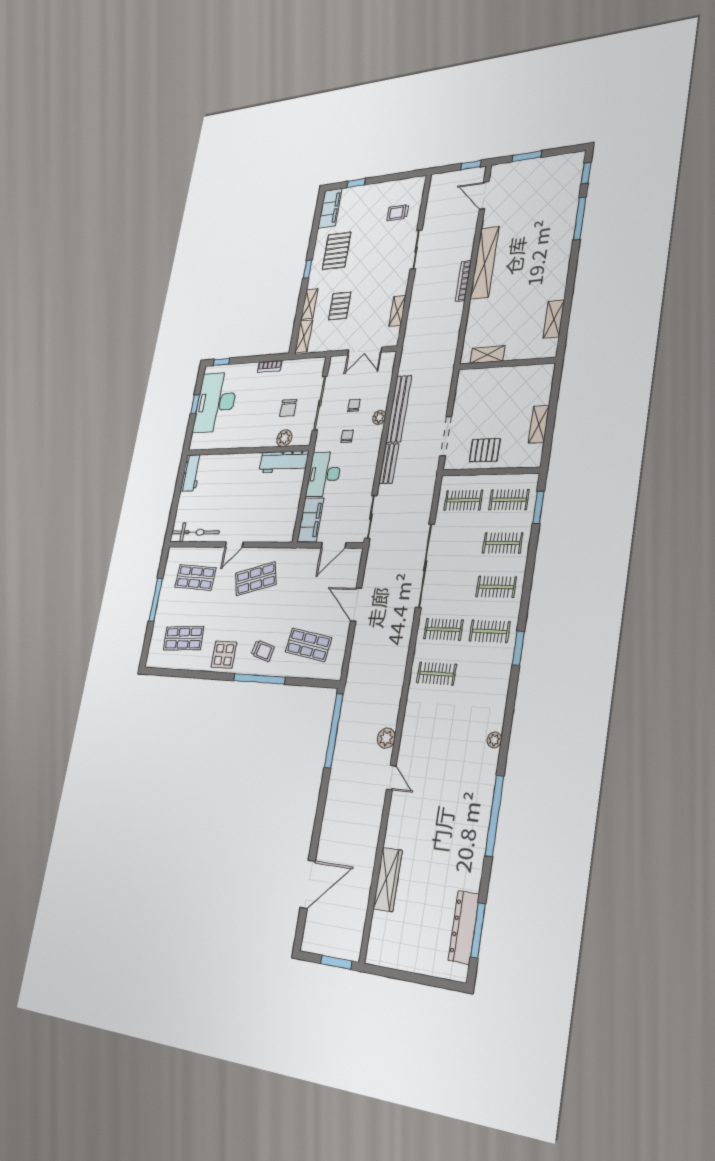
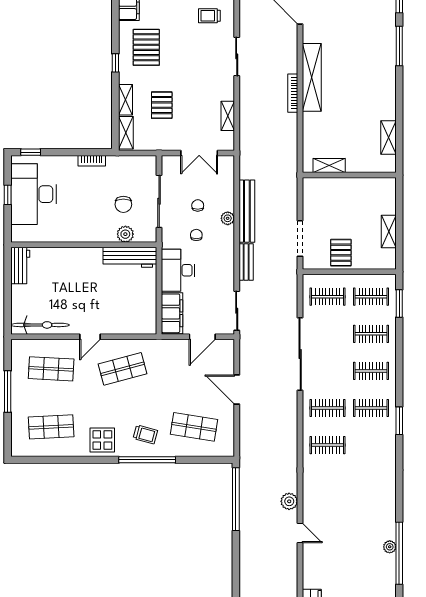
pallet: (485, 450) -> (341, 253), turned 90
plant: (494, 740) -> (390, 547), moved

